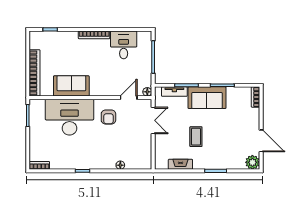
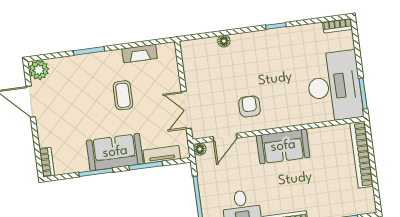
sofa: (71, 86) -> (283, 146), moved
desk: (69, 117) -> (334, 86), moved, turned -90

